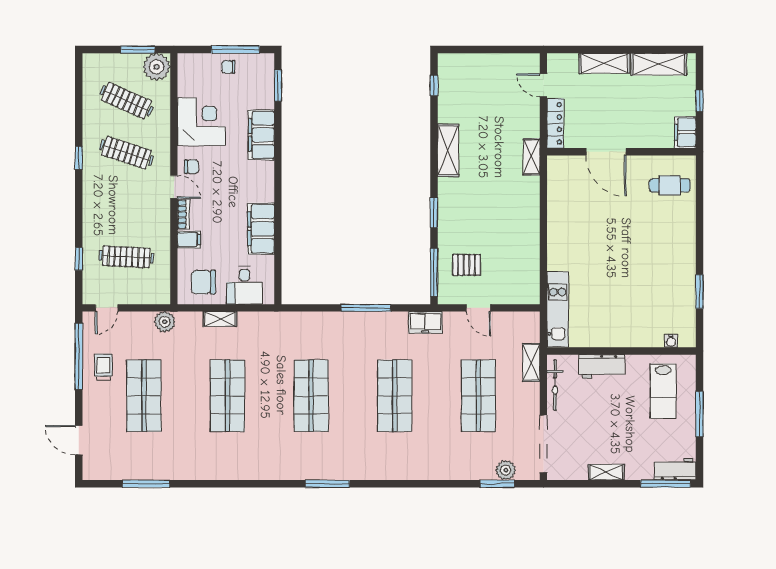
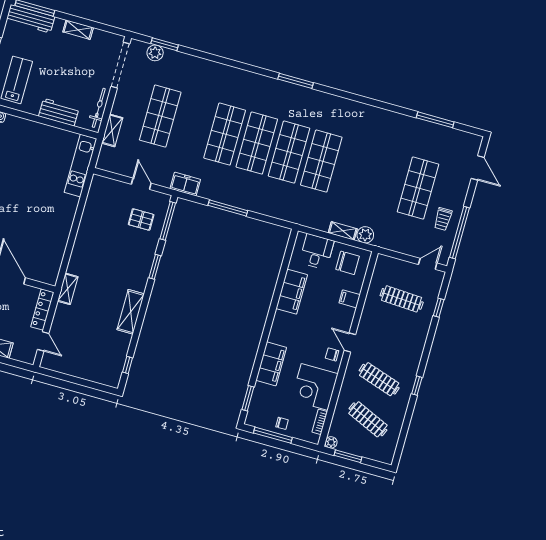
plant: (157, 67) -> (331, 442), width x0.53, depth x0.53
bookcase: (183, 214) -> (320, 422), moved
plant: (165, 322) -> (365, 235), moved
shop shelf: (227, 396) -> (321, 161), moved
shop shelf: (353, 396) -> (257, 143), added
workbench: (675, 469) -> (30, 19), width x1.38

